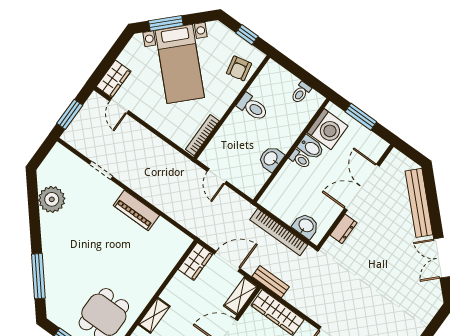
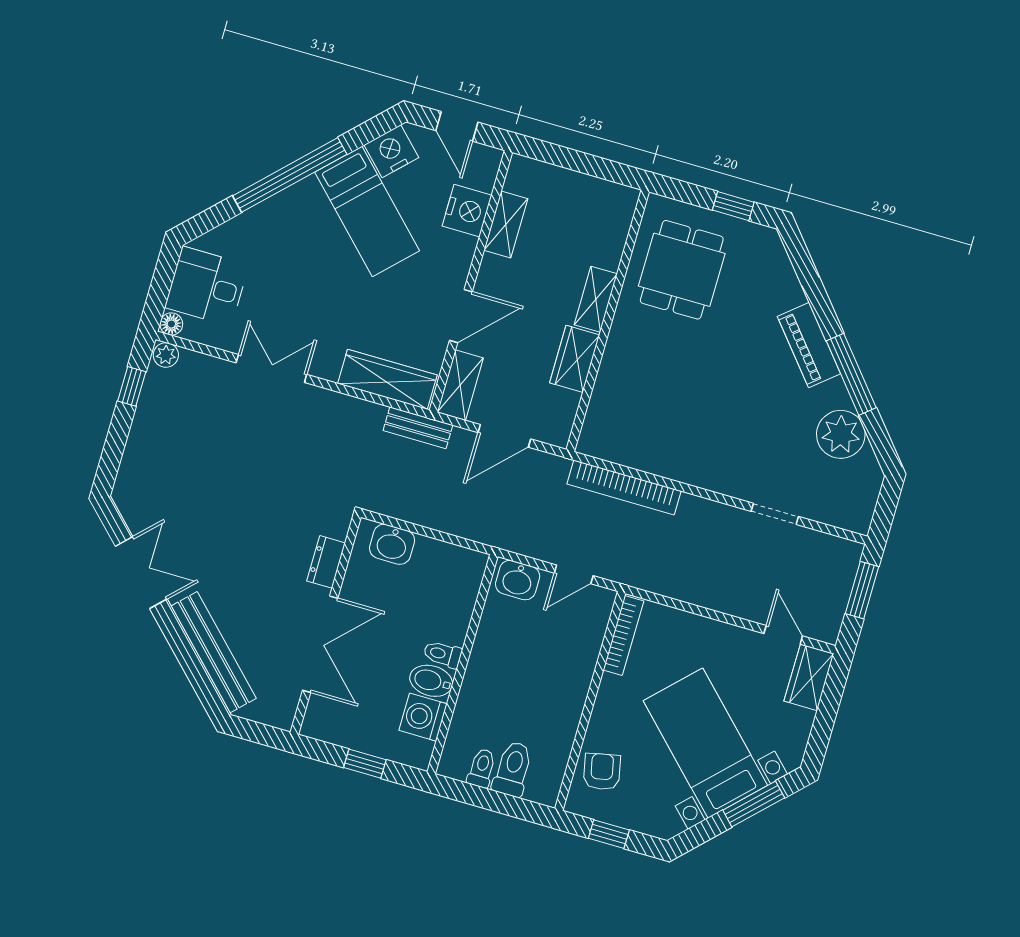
toilet: (253, 107) -> (513, 769), moved, turned 90
window: (361, 117) -> (365, 764), width x0.67
washing machine: (327, 129) -> (423, 717), width x0.73, depth x0.73
washbasin: (271, 159) -> (518, 580), moved, turned 90
door: (217, 176) -> (574, 574), swing flipped
piano: (136, 210) -> (809, 345), moved, turned -130
bookcase: (279, 232) -> (624, 487), moved, turned 180
wardrobe: (195, 262) -> (575, 359), moved
window: (38, 276) -> (851, 374), moved

